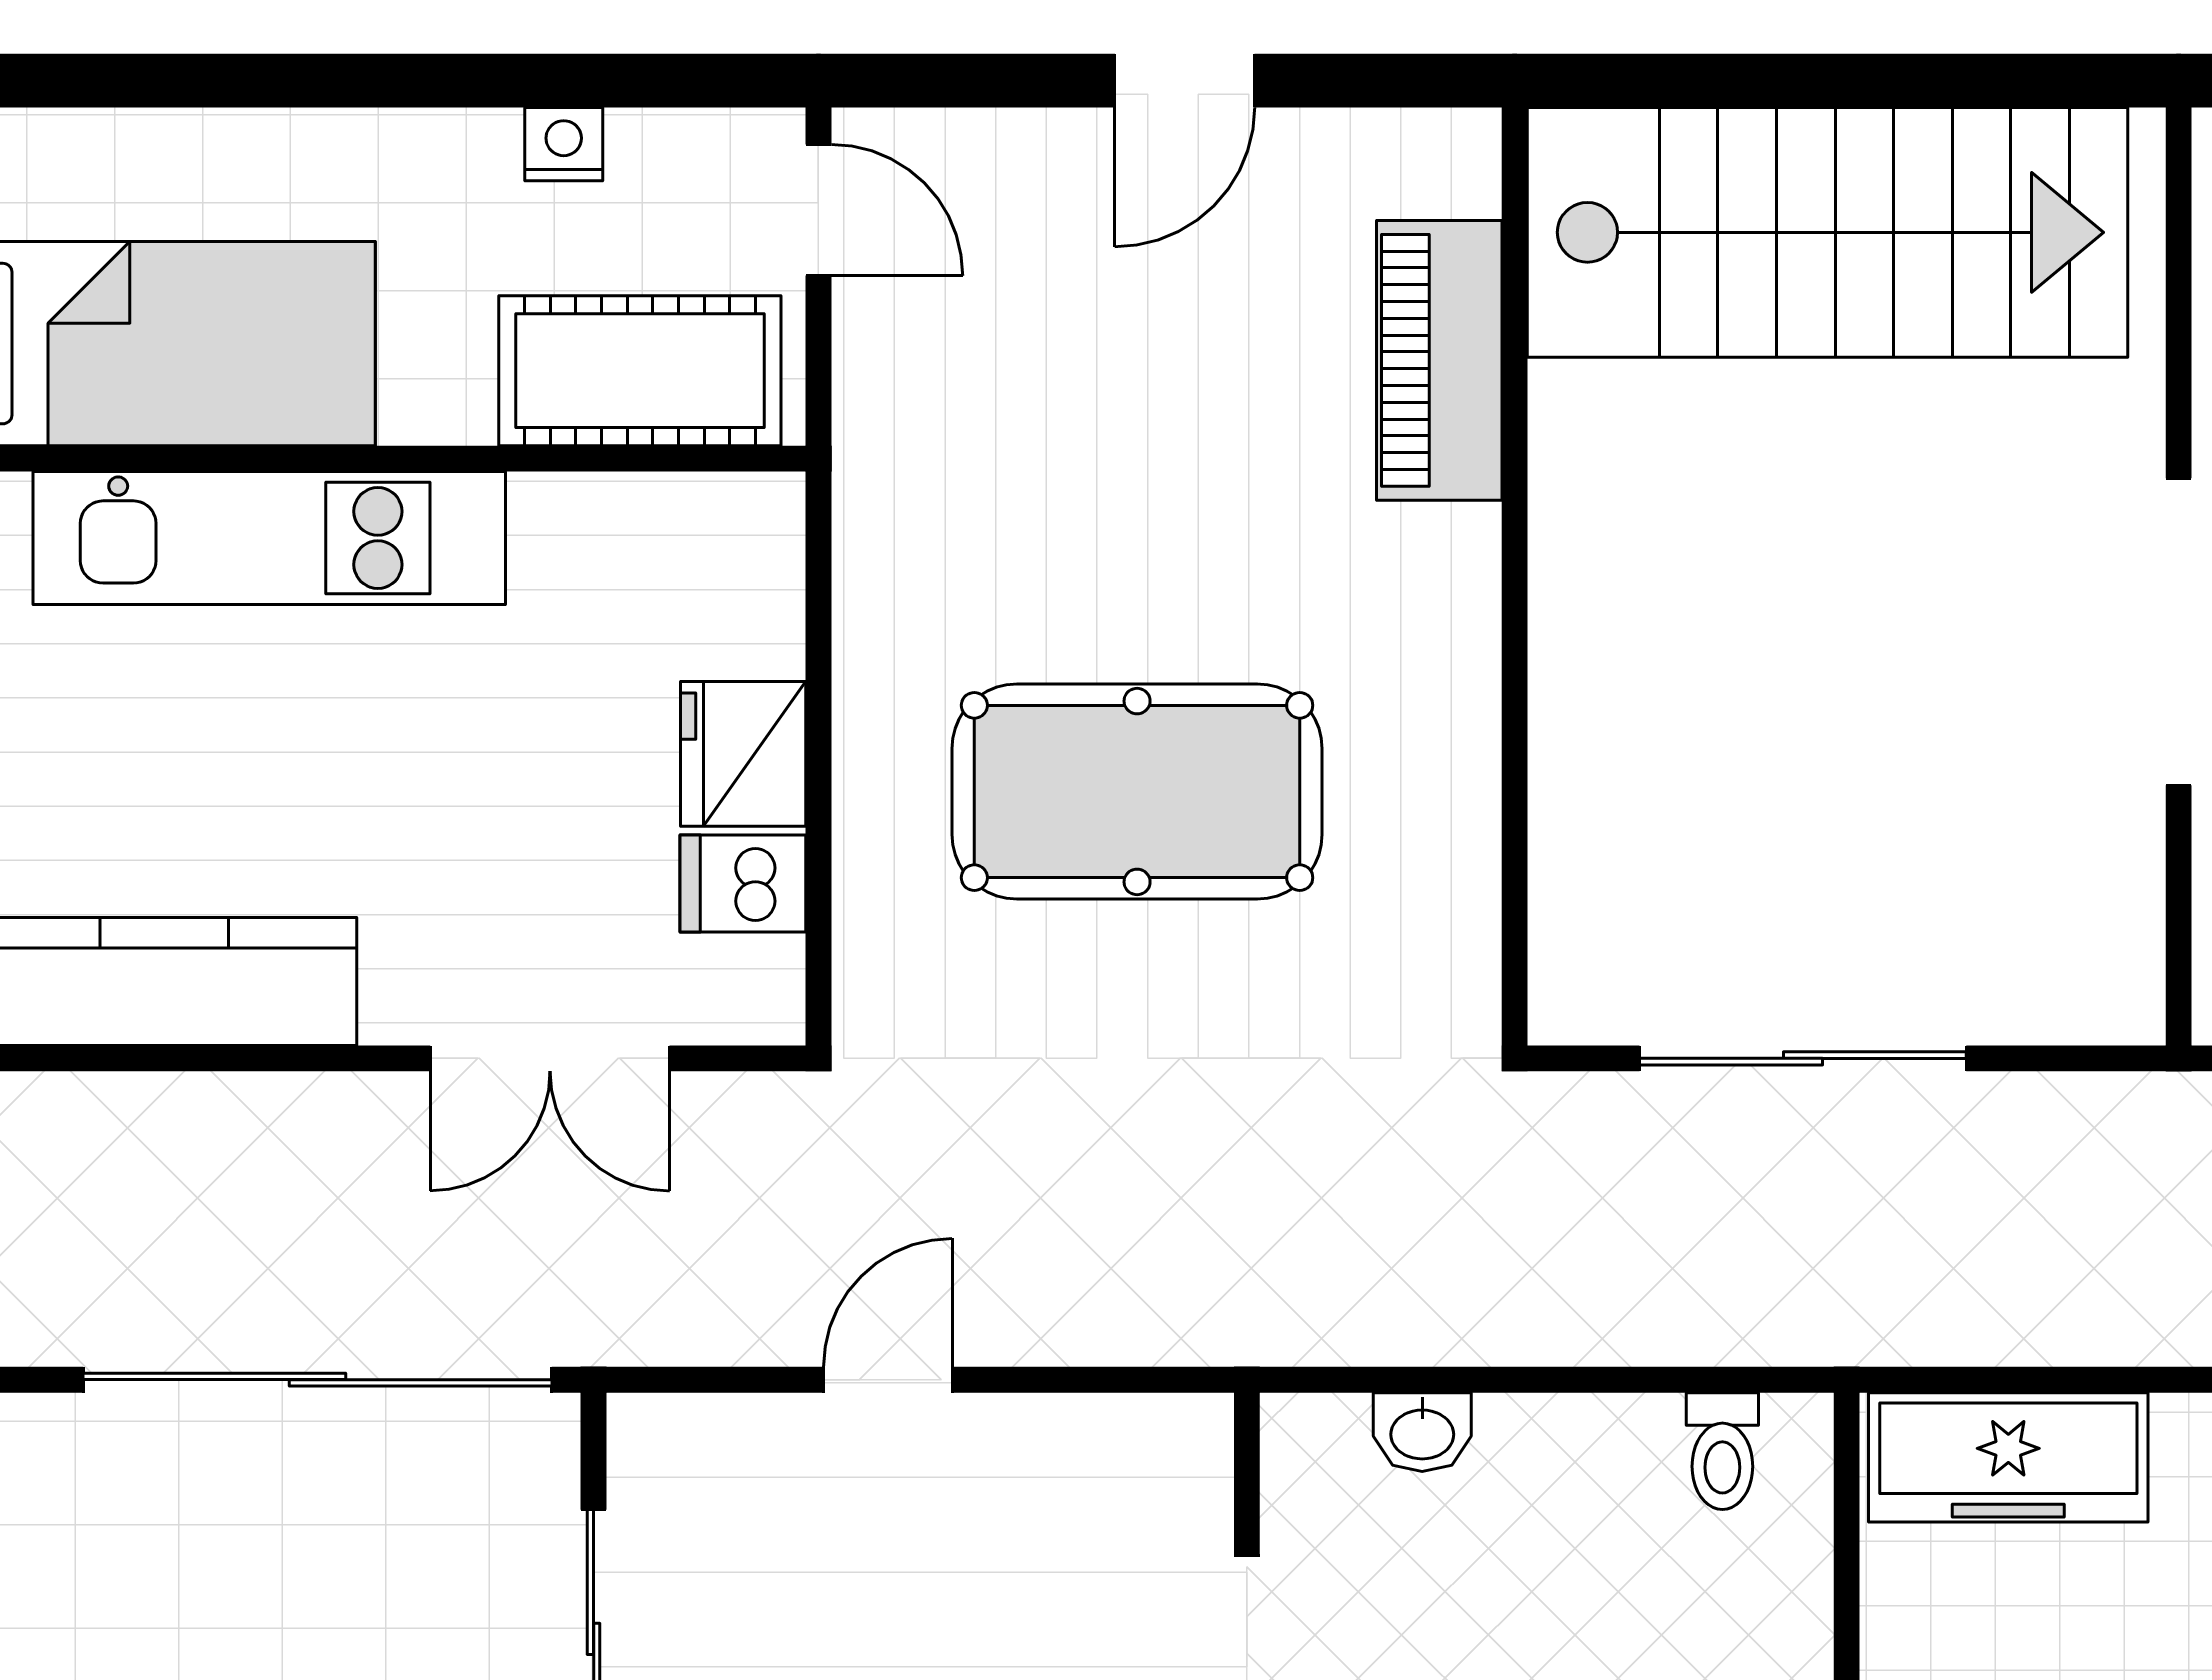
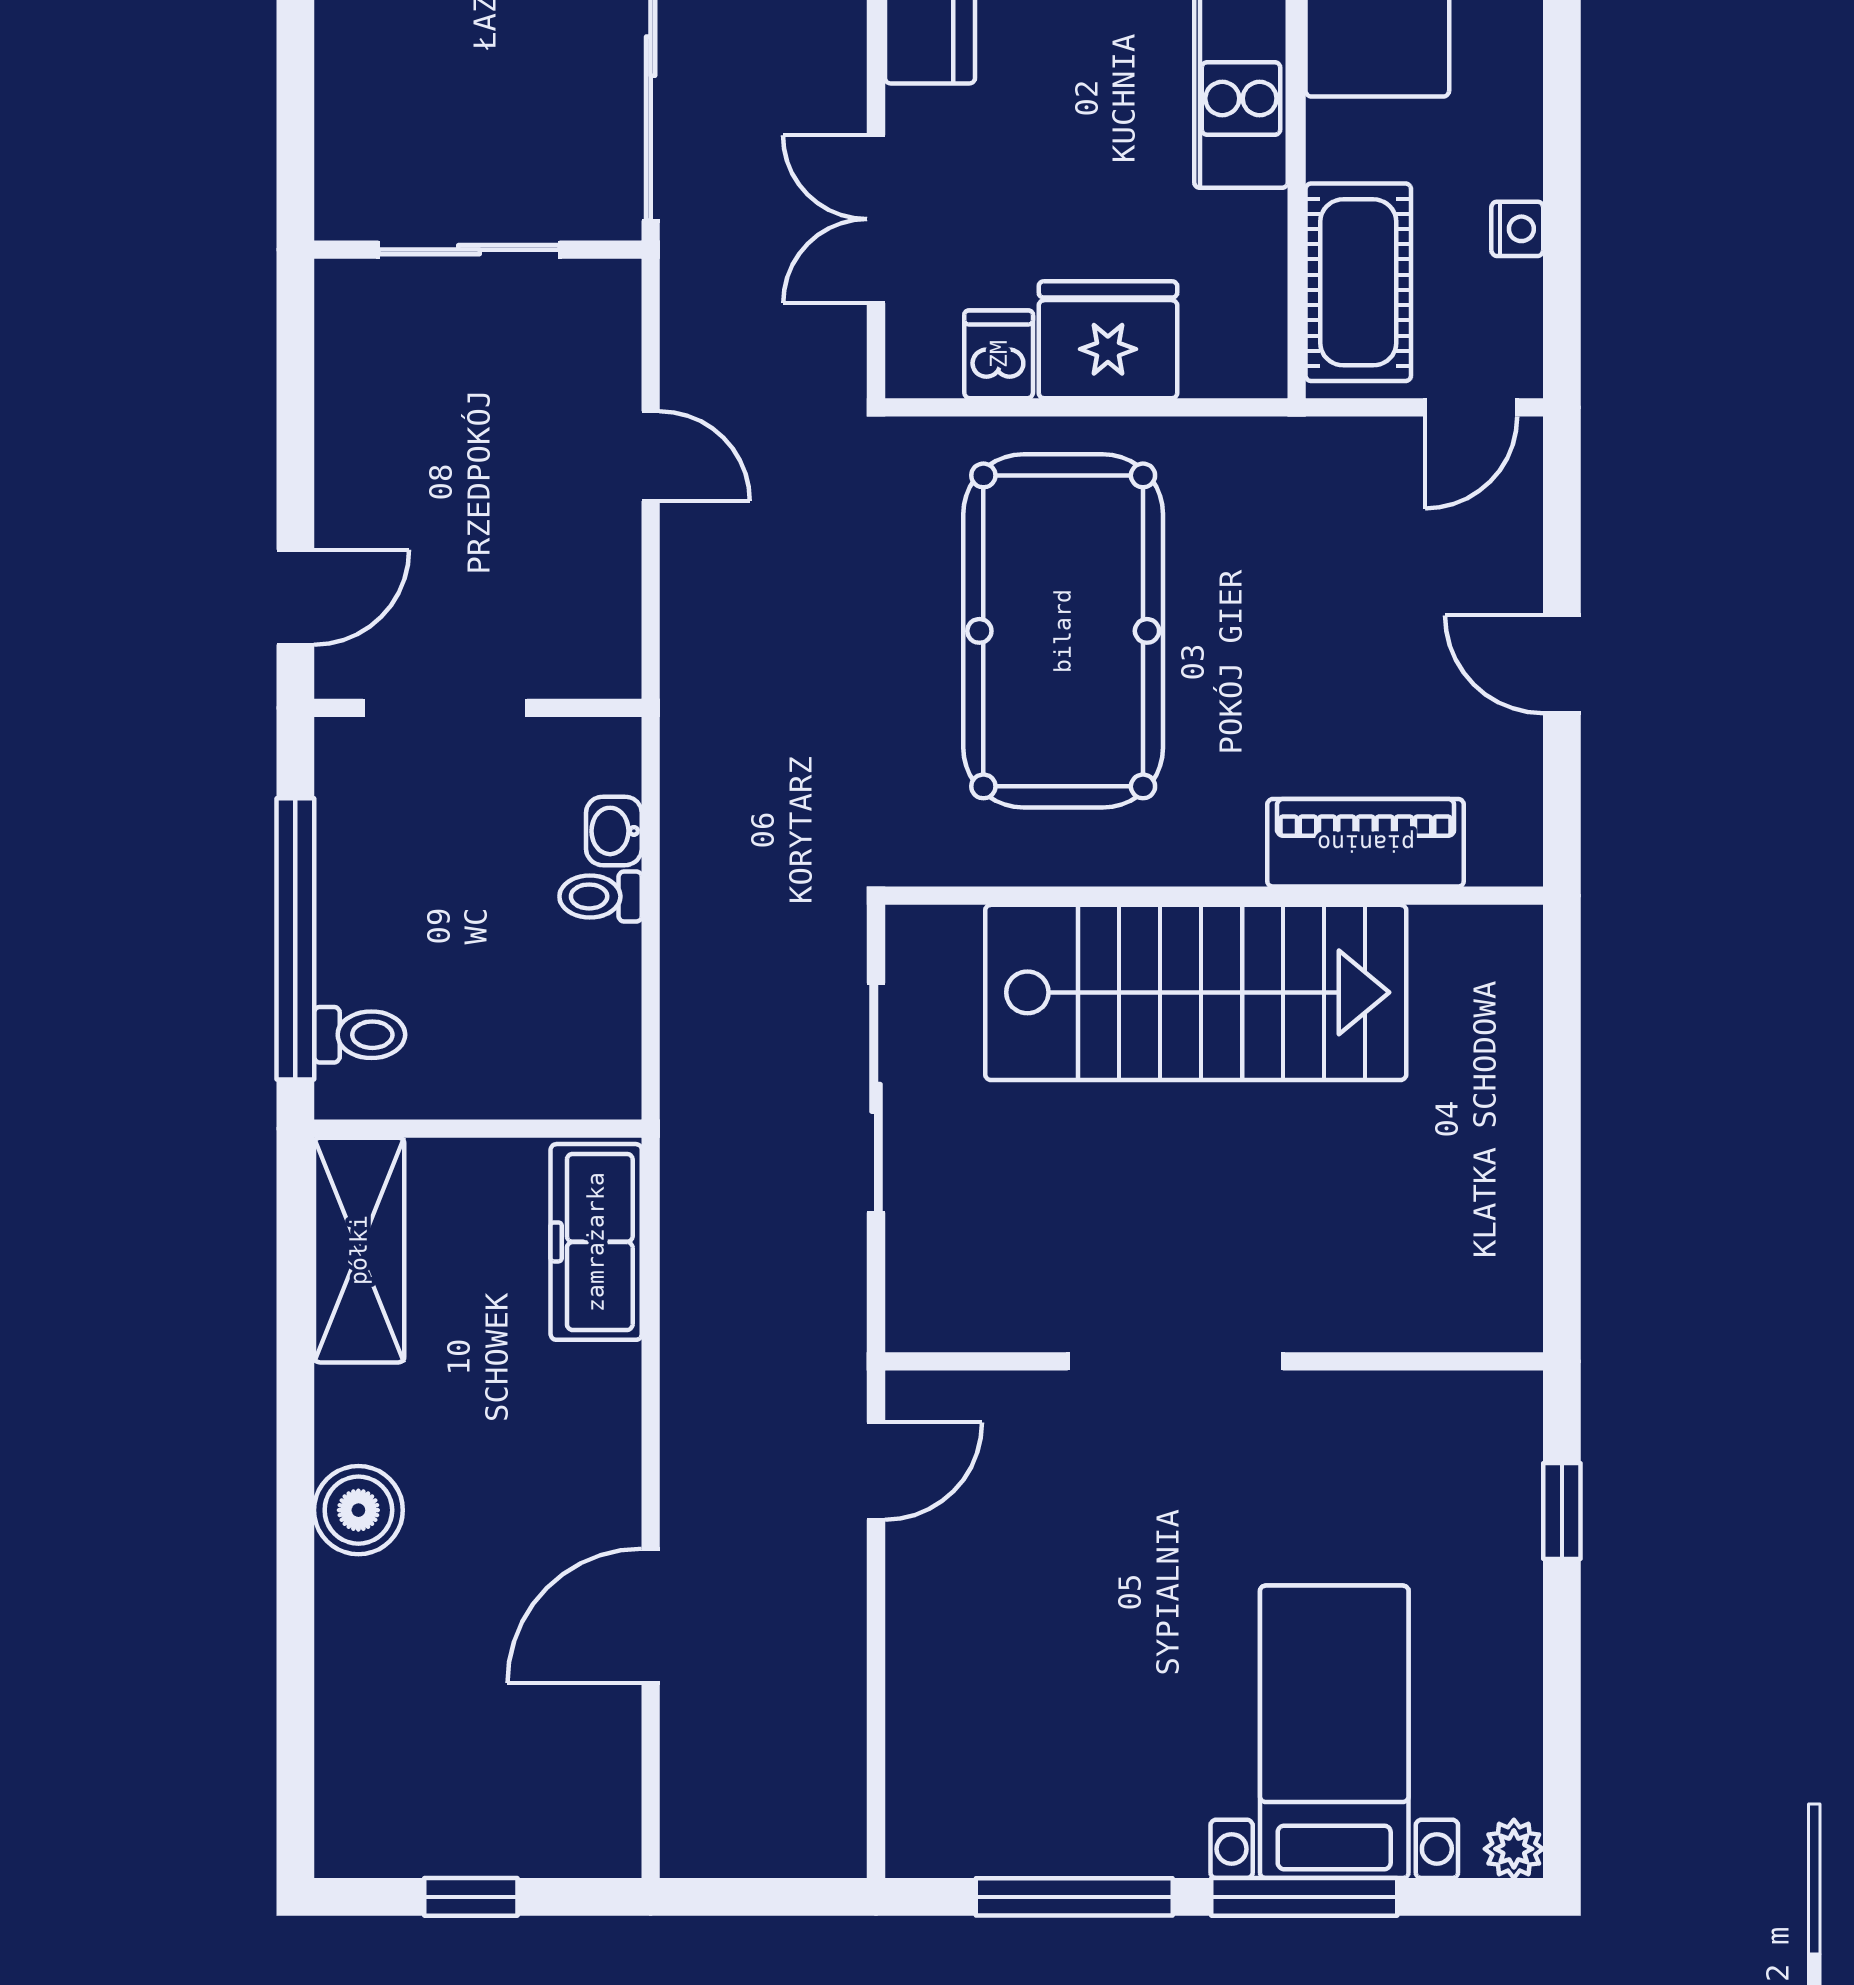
stairs: (1828, 232) -> (1196, 992), moved, turned -90
fridge: (743, 754) -> (1108, 340), width x1.36, depth x1.34
pool table: (1137, 791) -> (1063, 631), width x1.36, depth x1.32
toilet: (1722, 1451) -> (601, 896), moved

